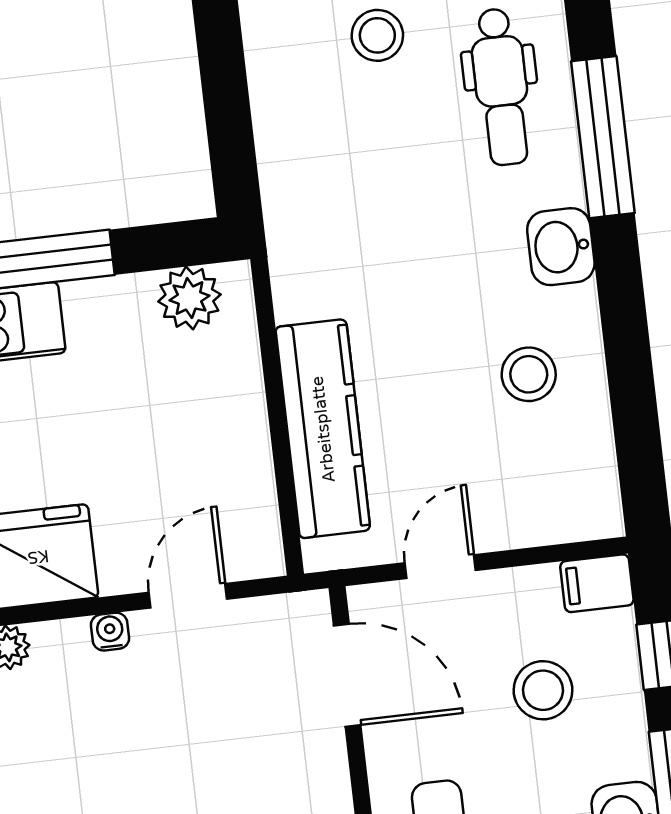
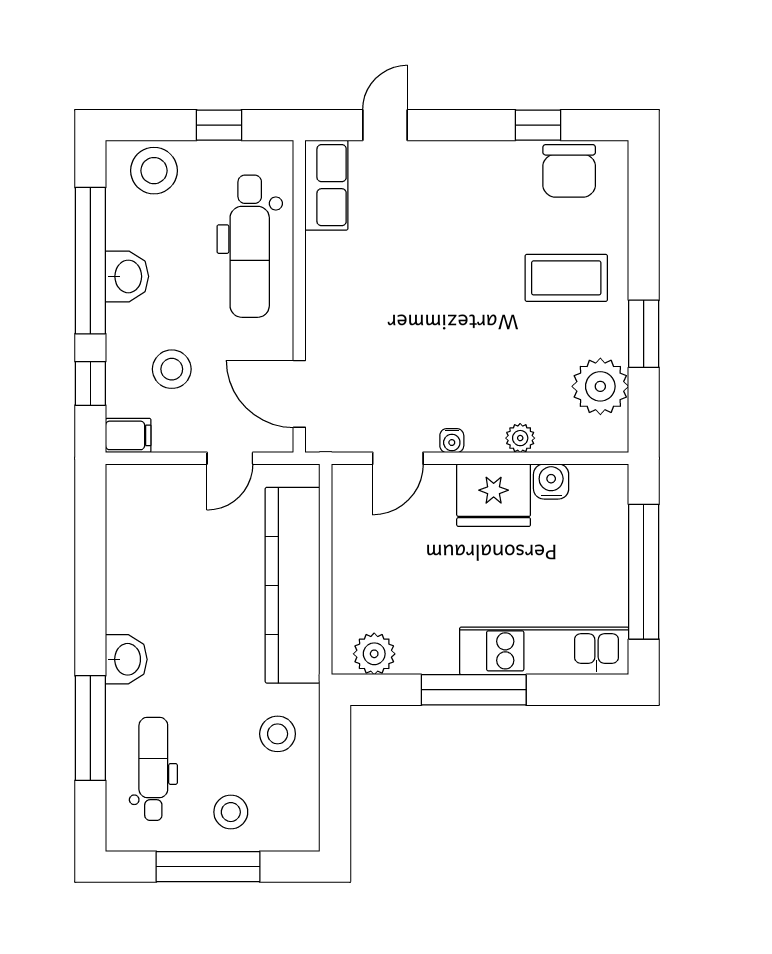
stool: (529, 374) -> (278, 734), moved
kitchen counter: (323, 429) -> (293, 585), width x1.39, depth x1.17

